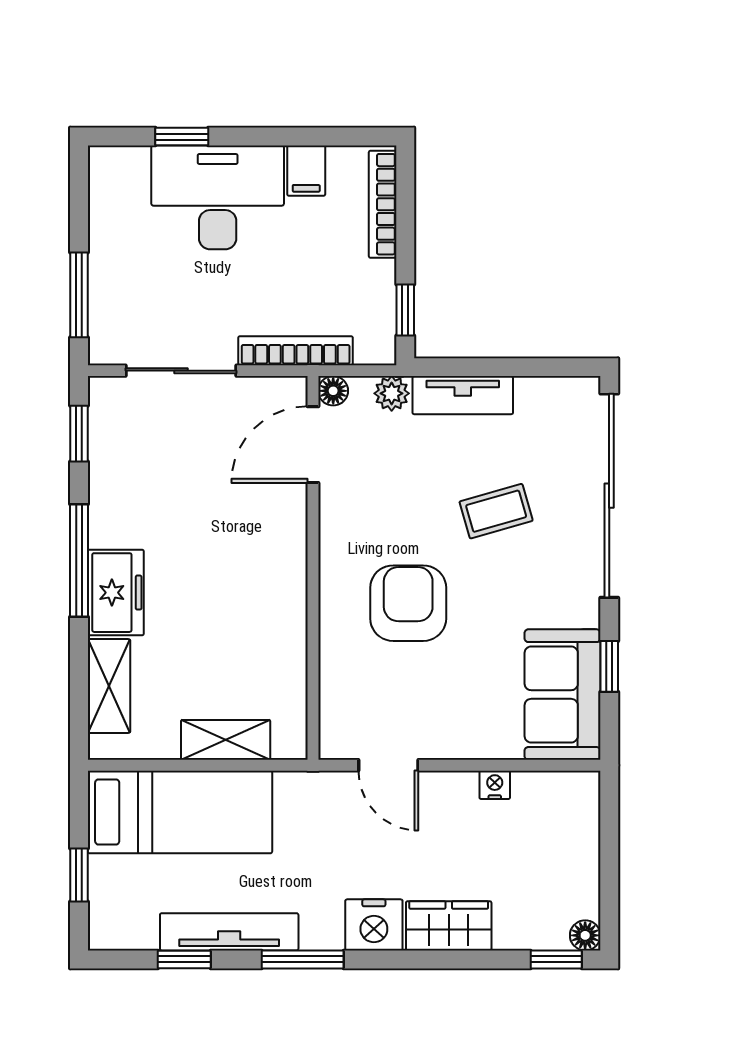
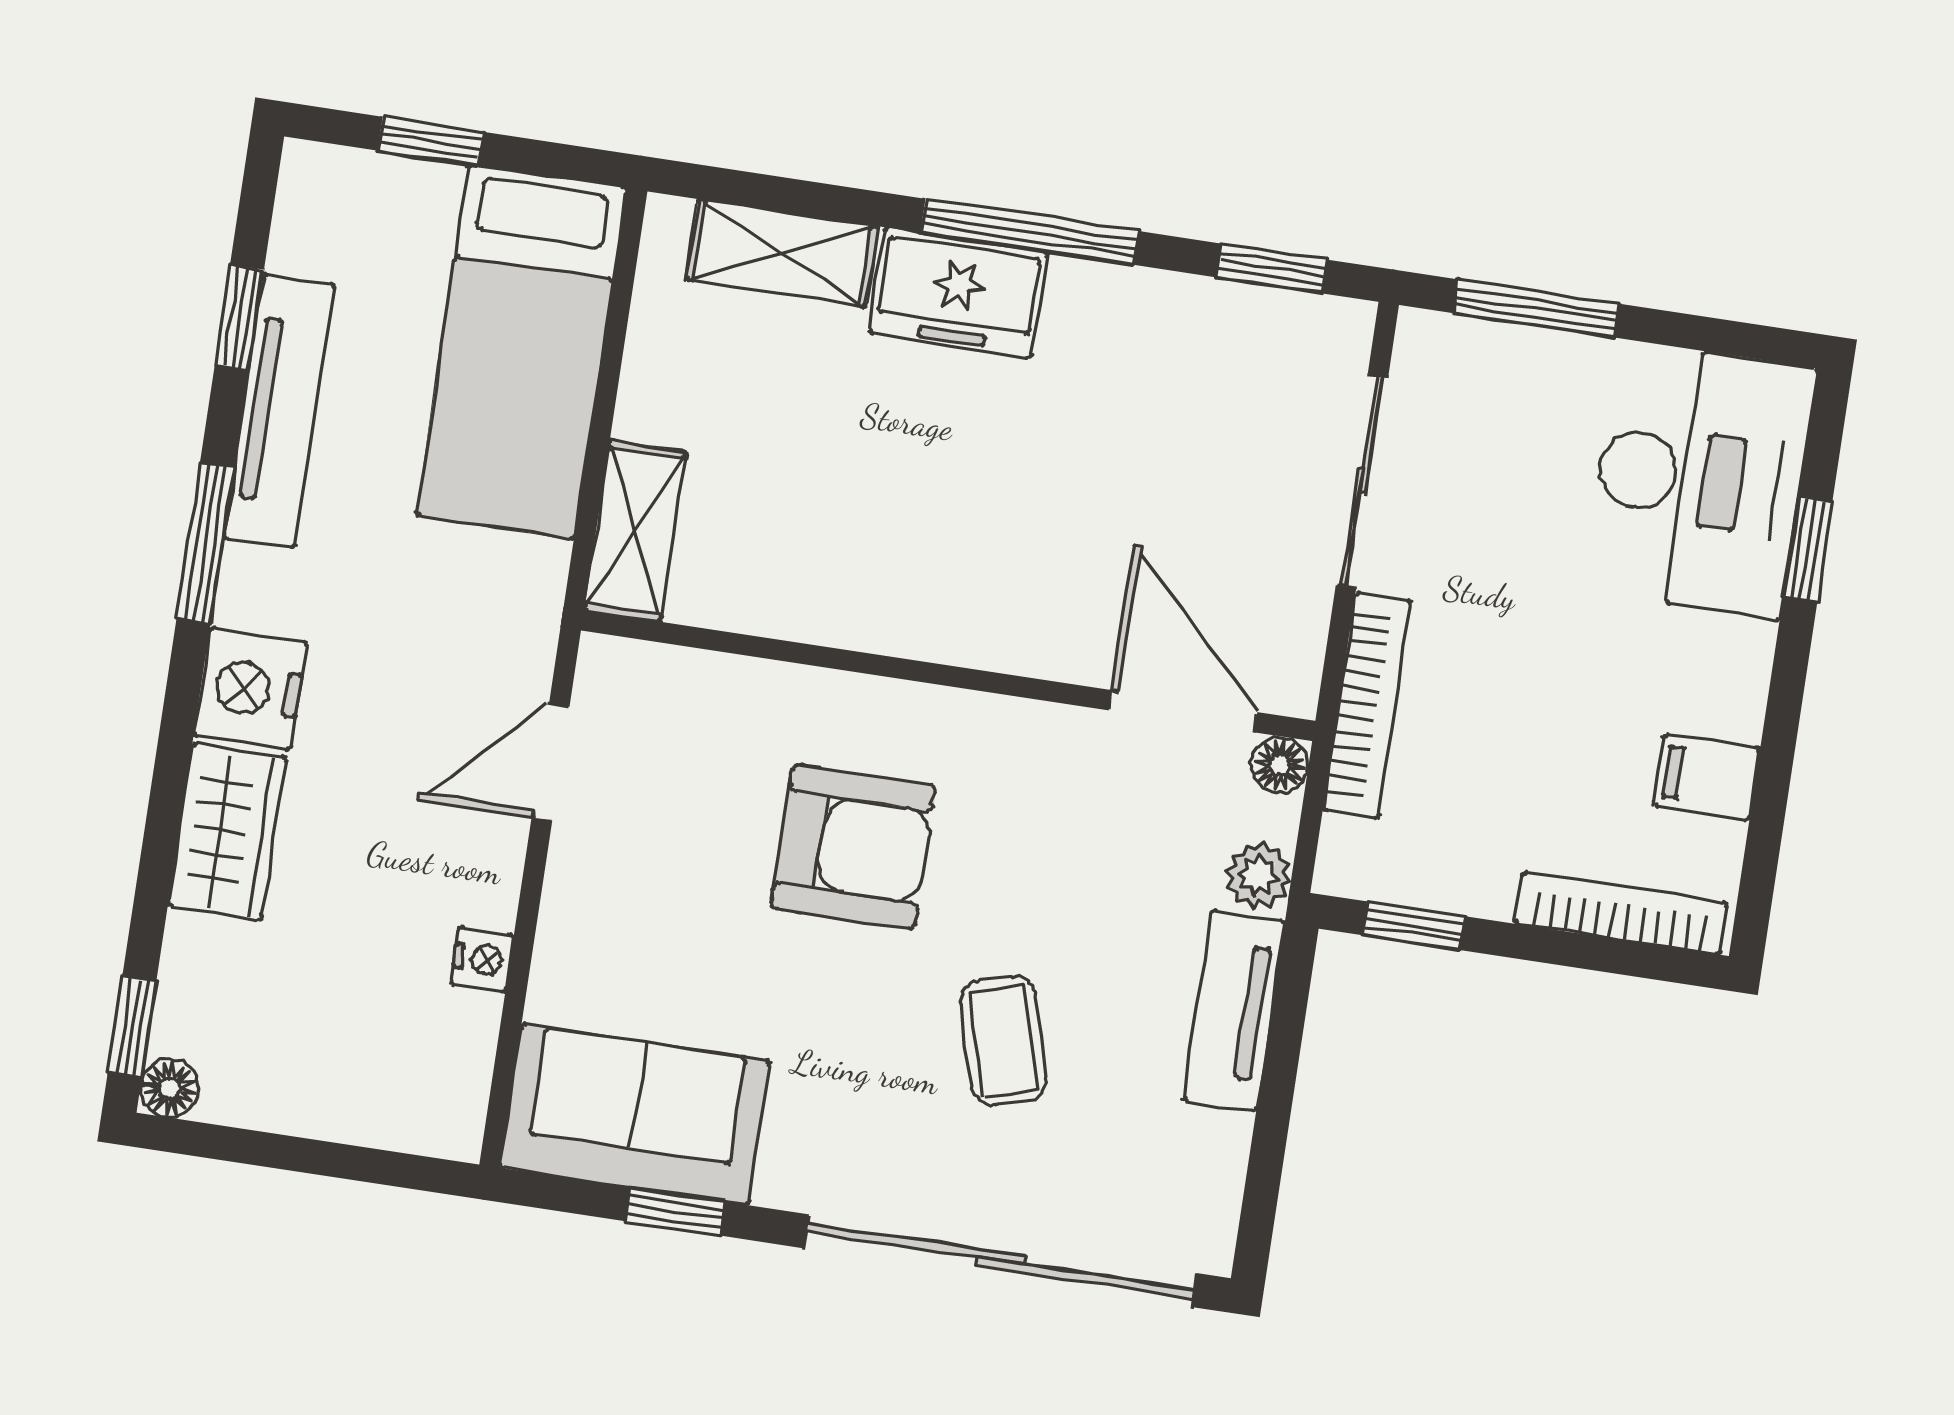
desk: (218, 197) -> (1700, 479), moved
shelving: (226, 740) -> (635, 531), moved

